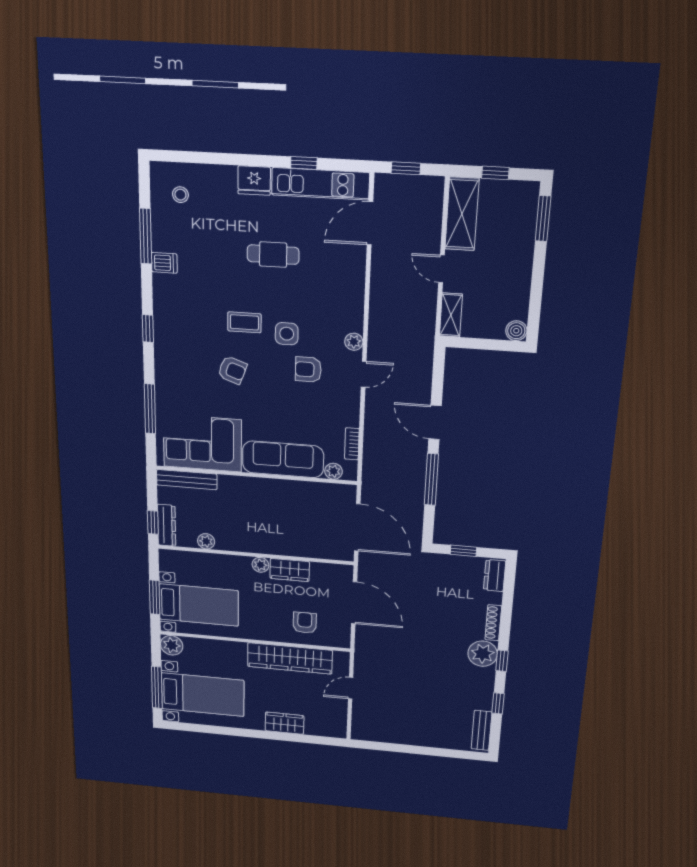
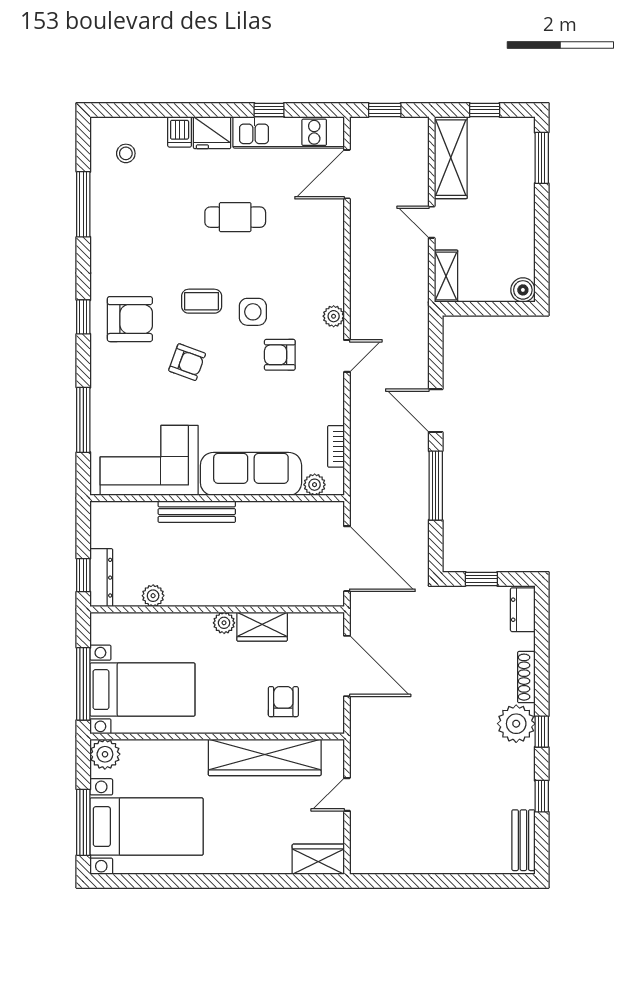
dishwasher: (164, 263) -> (180, 132), moved, turned 90
armchair: (186, 333) -> (130, 319), added
bench: (187, 480) -> (197, 512), moved
window: (155, 597) -> (83, 684), width x1.44
wardrobe: (284, 723) -> (318, 859), moved

